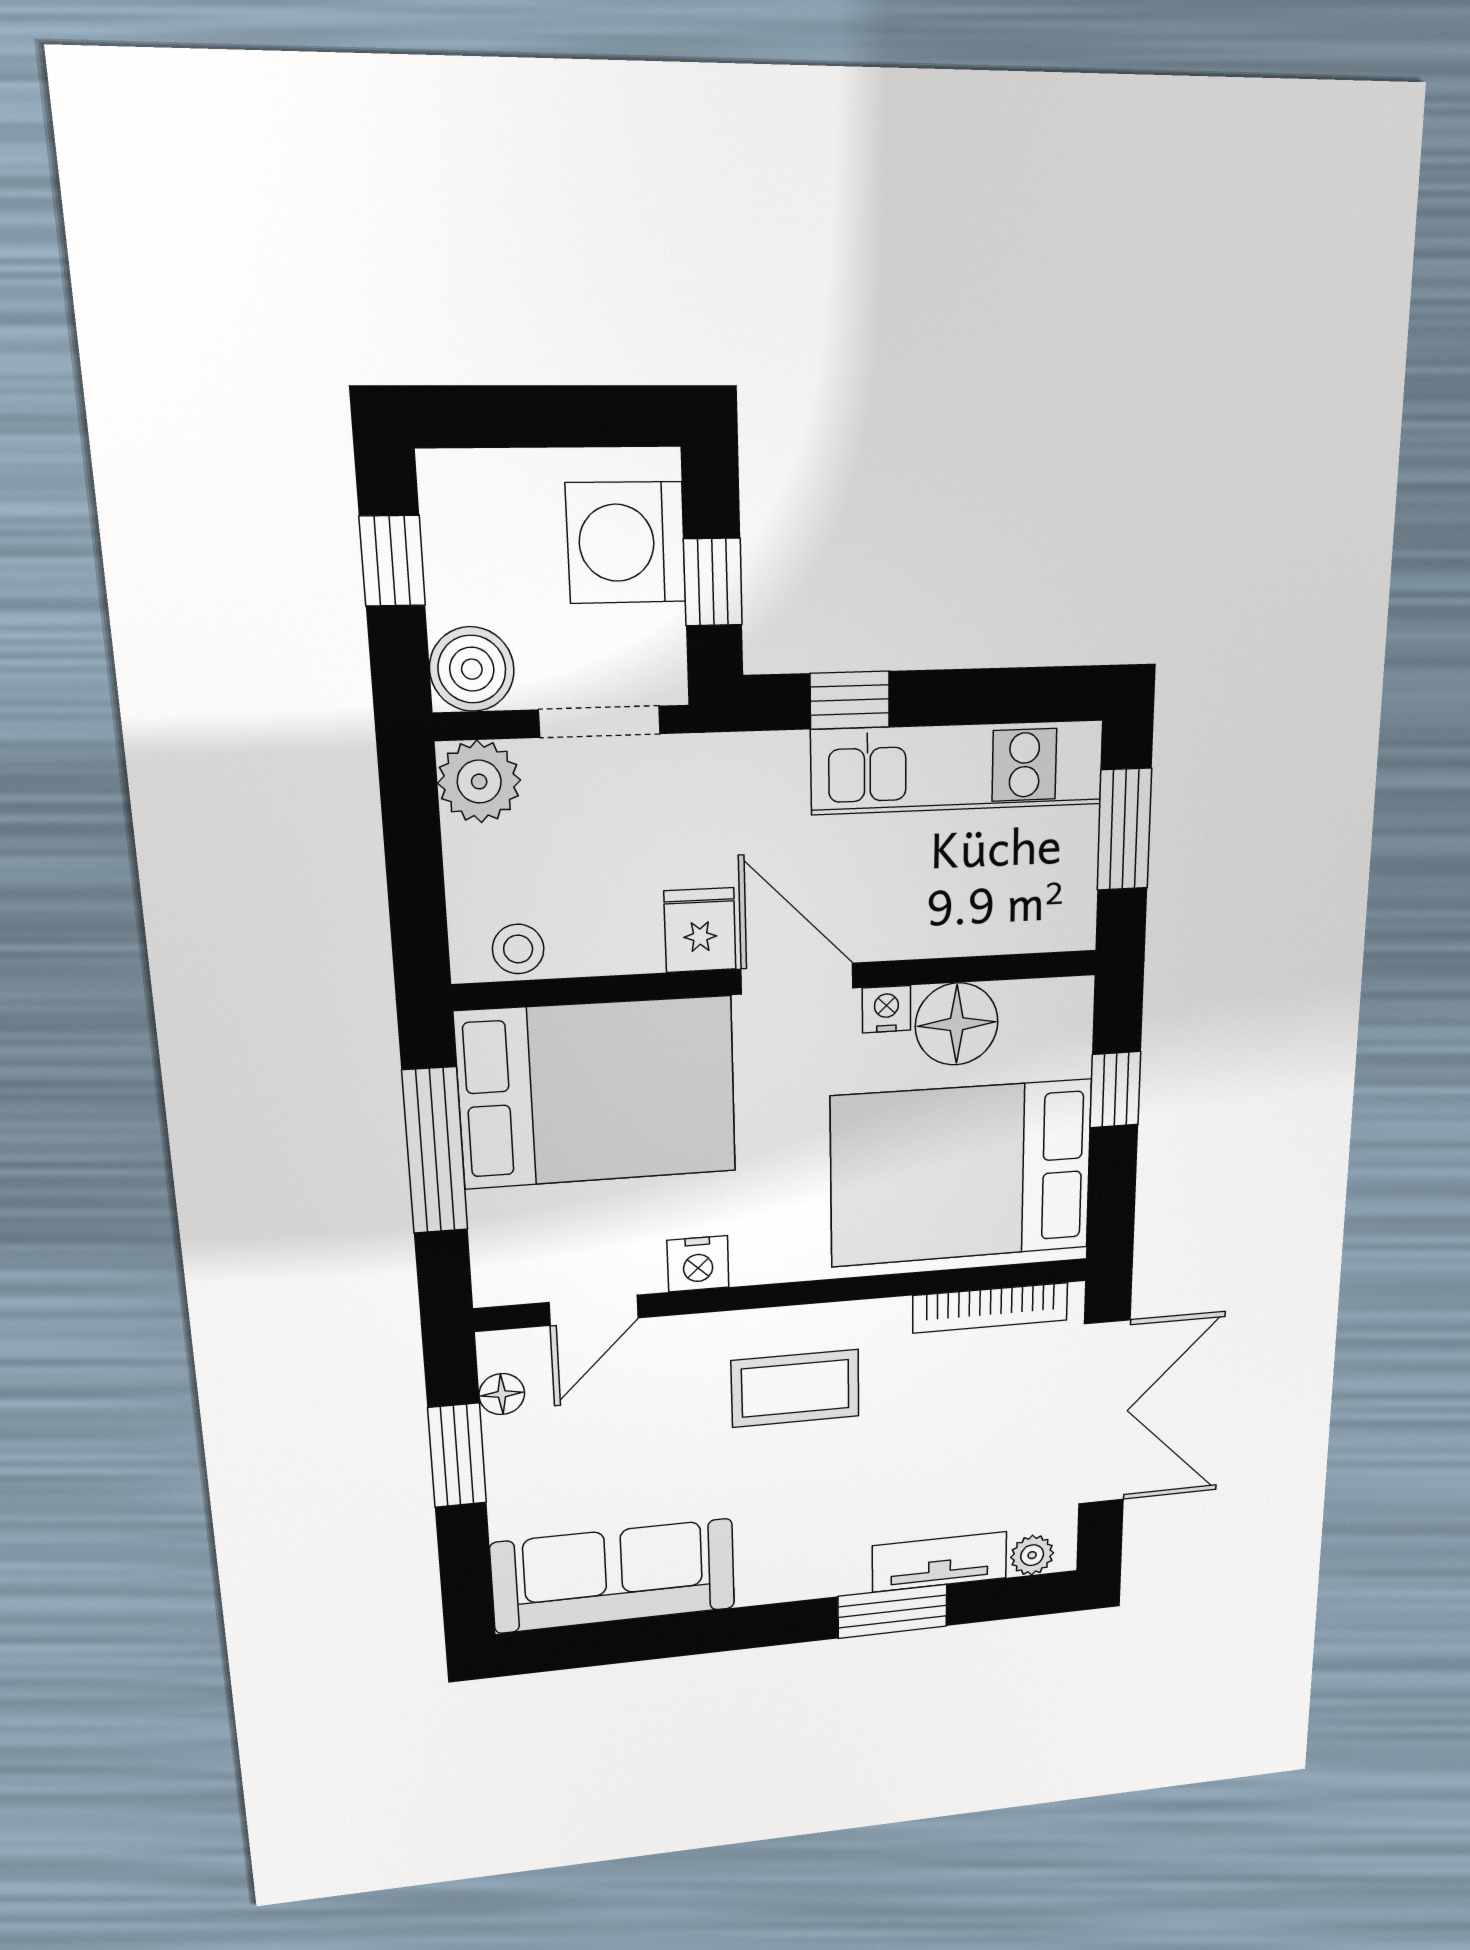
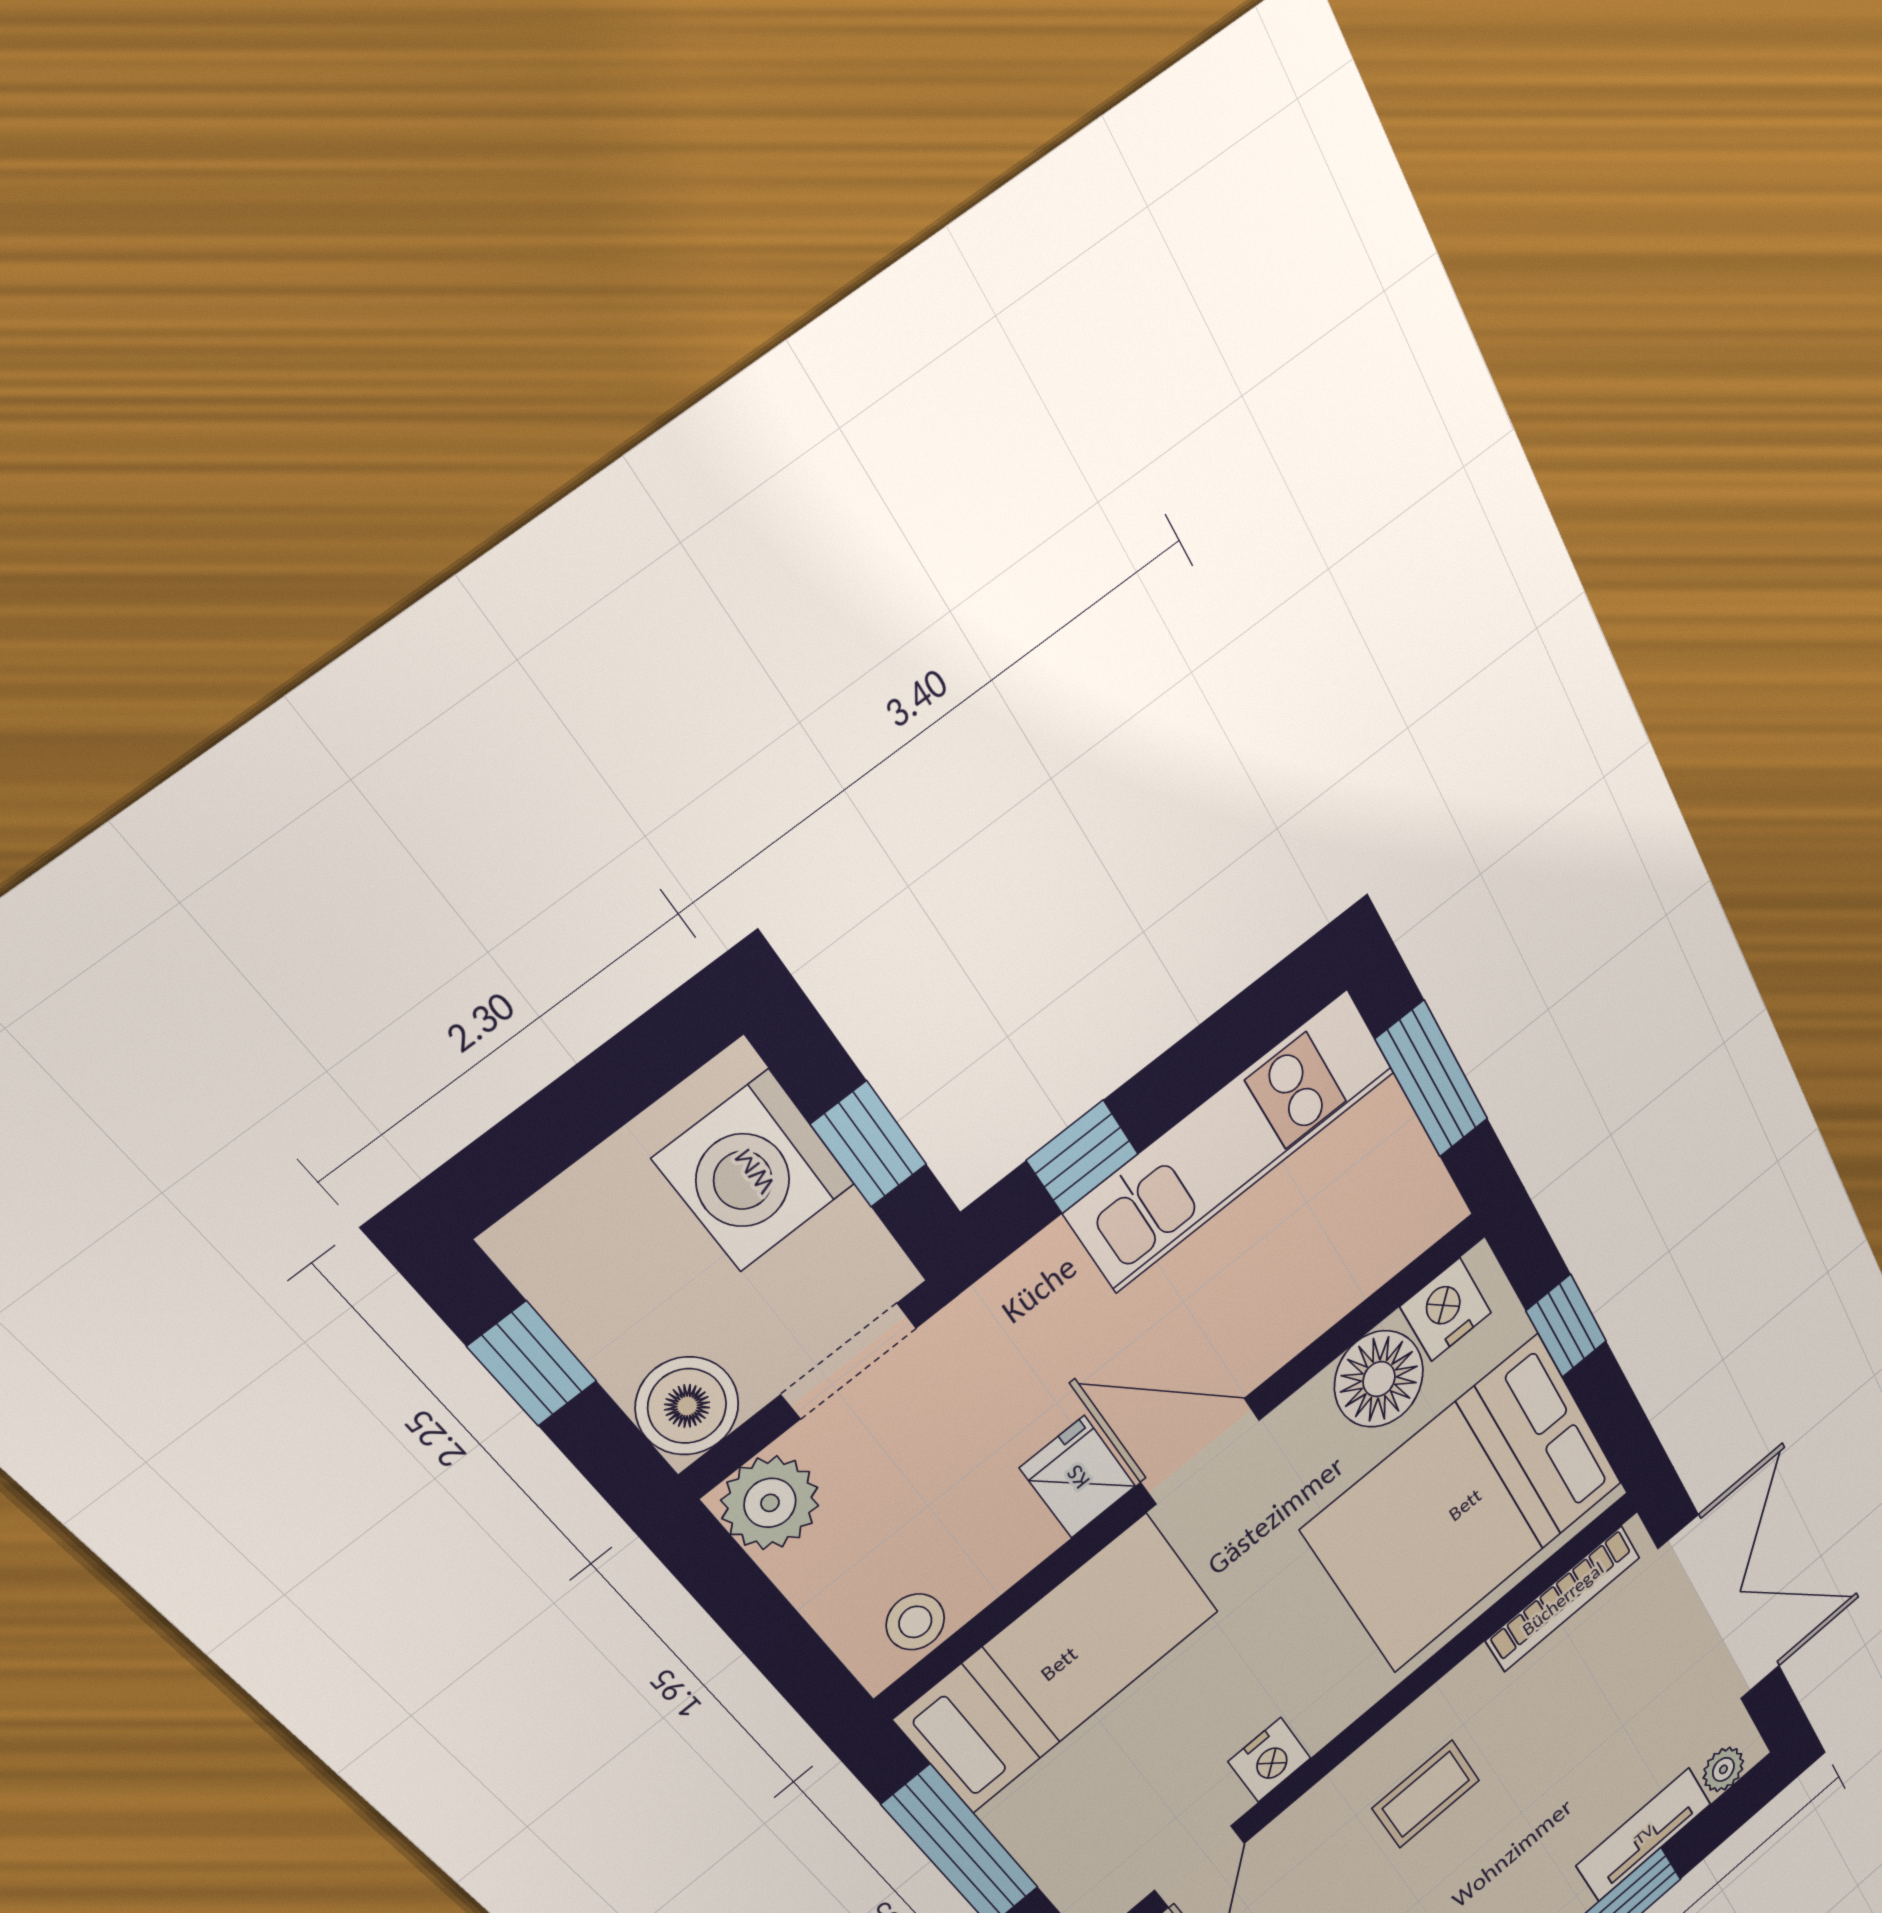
nightstand: (886, 1009) -> (1446, 1310), moved, width x1.39, depth x1.35
bed: (598, 1092) -> (1059, 1664), width x0.67
coffee table: (795, 1388) -> (1426, 1794), width x0.73, depth x0.77

